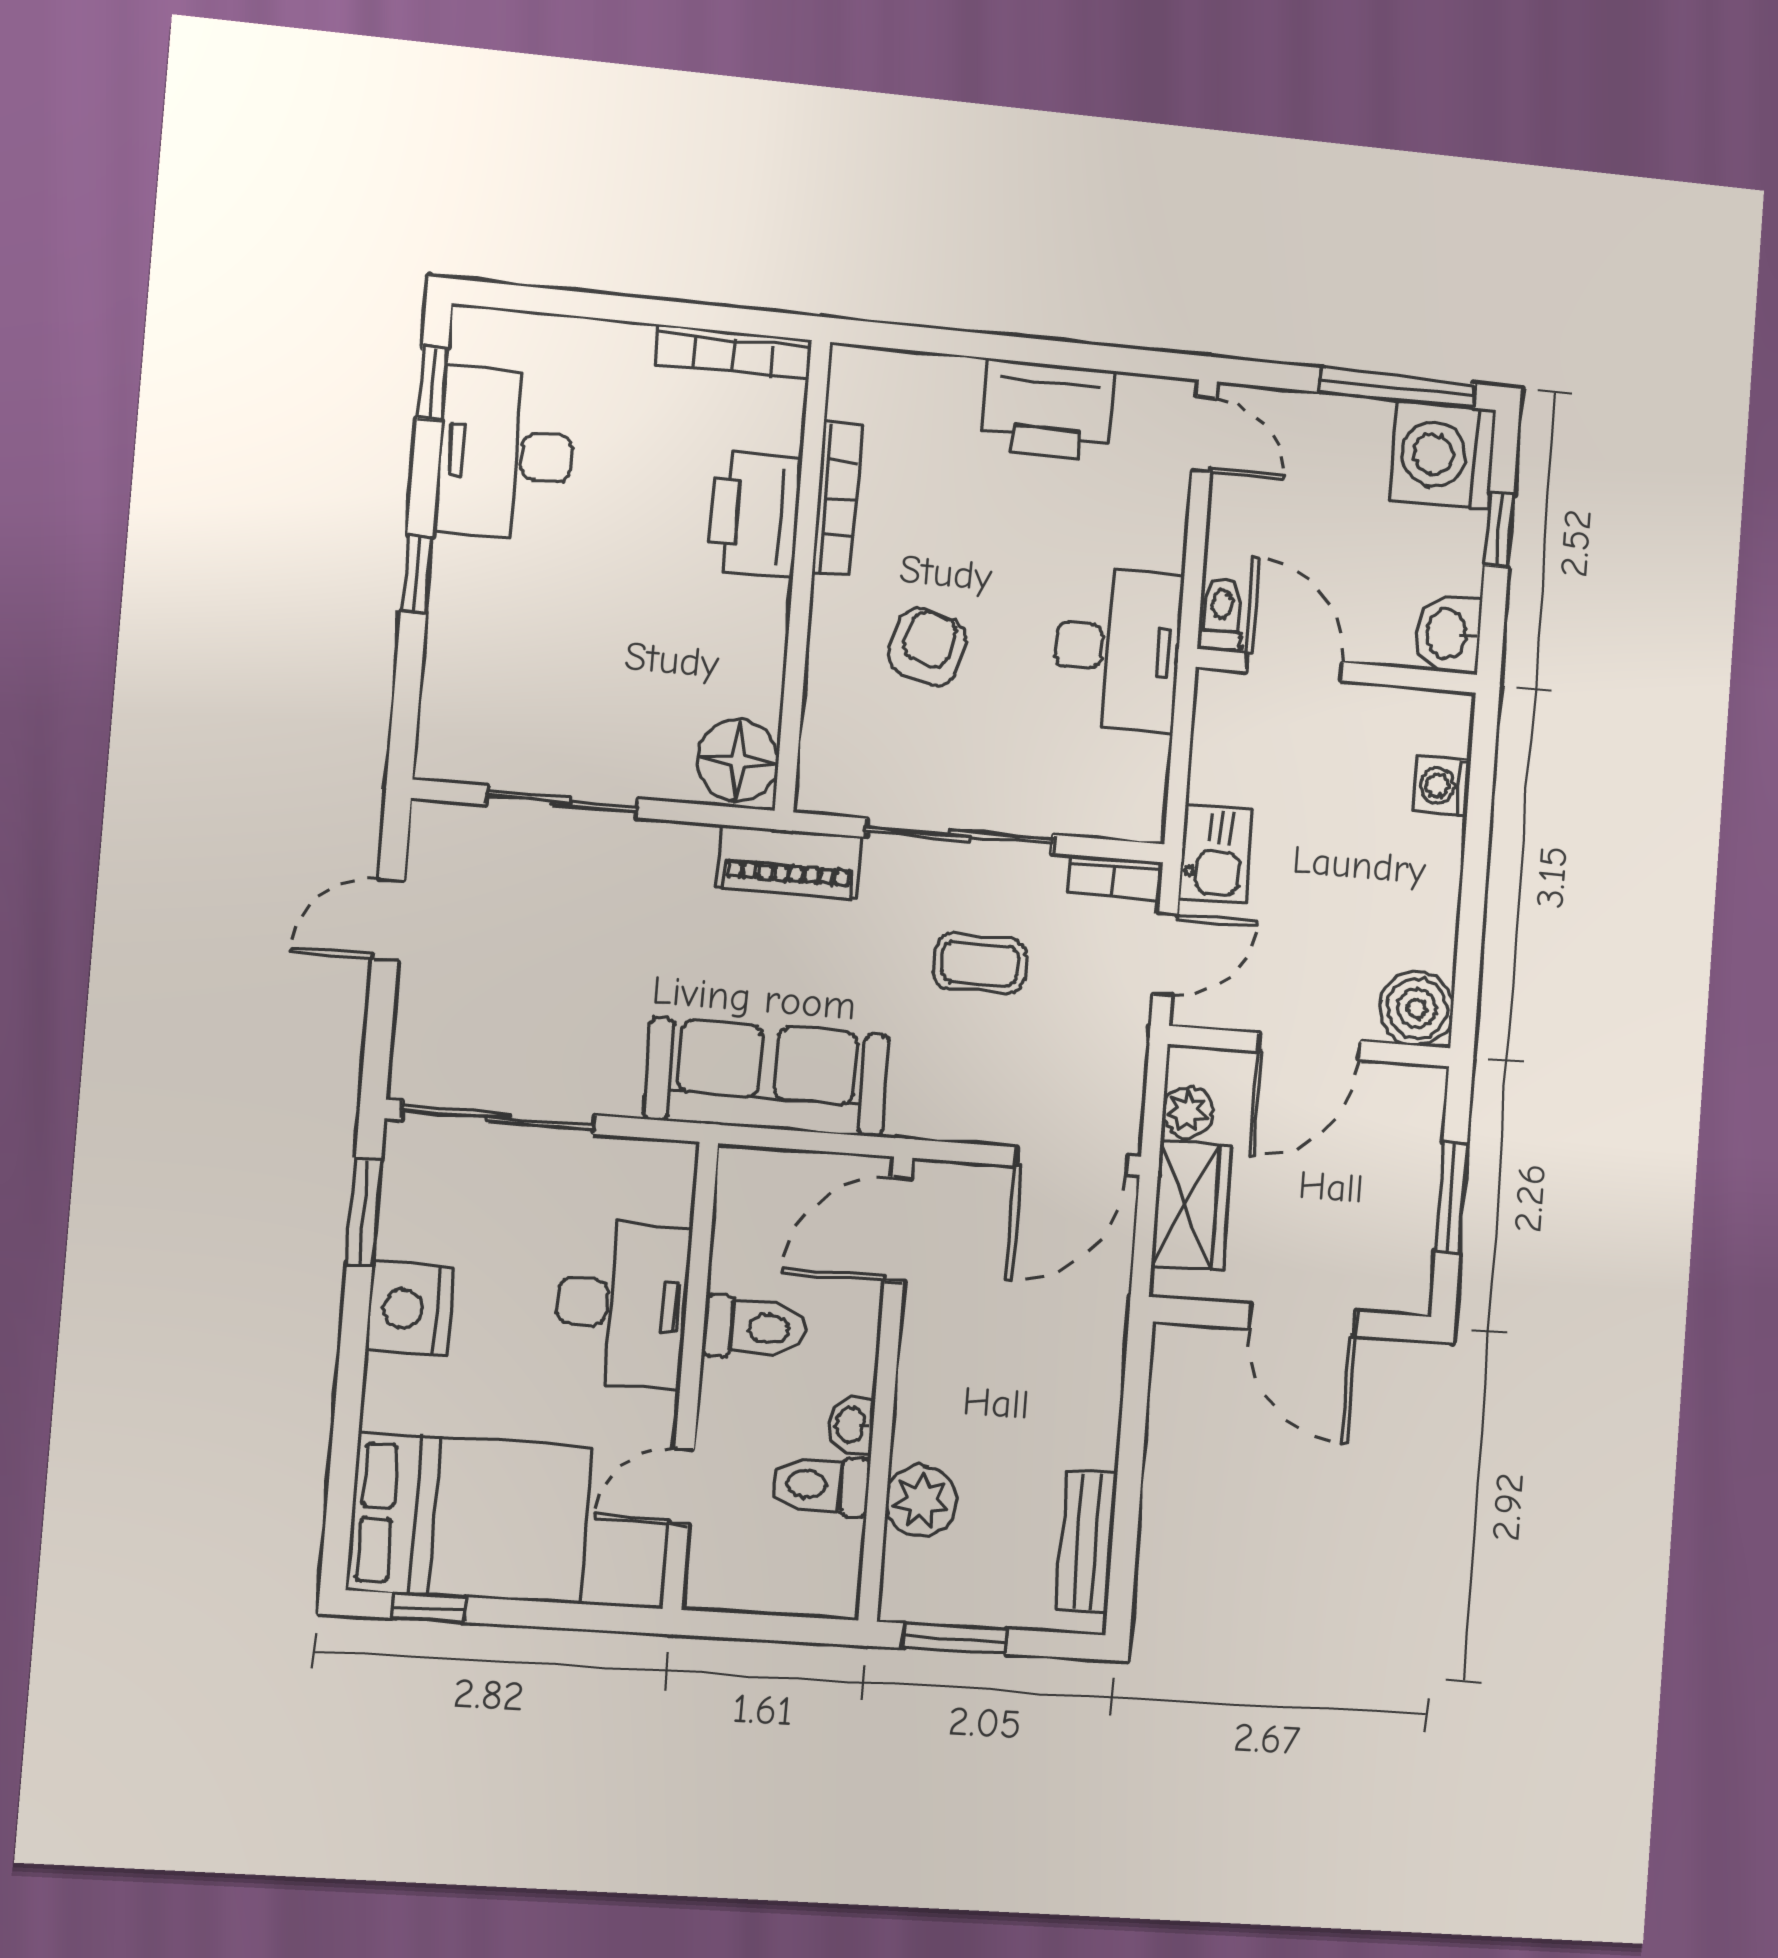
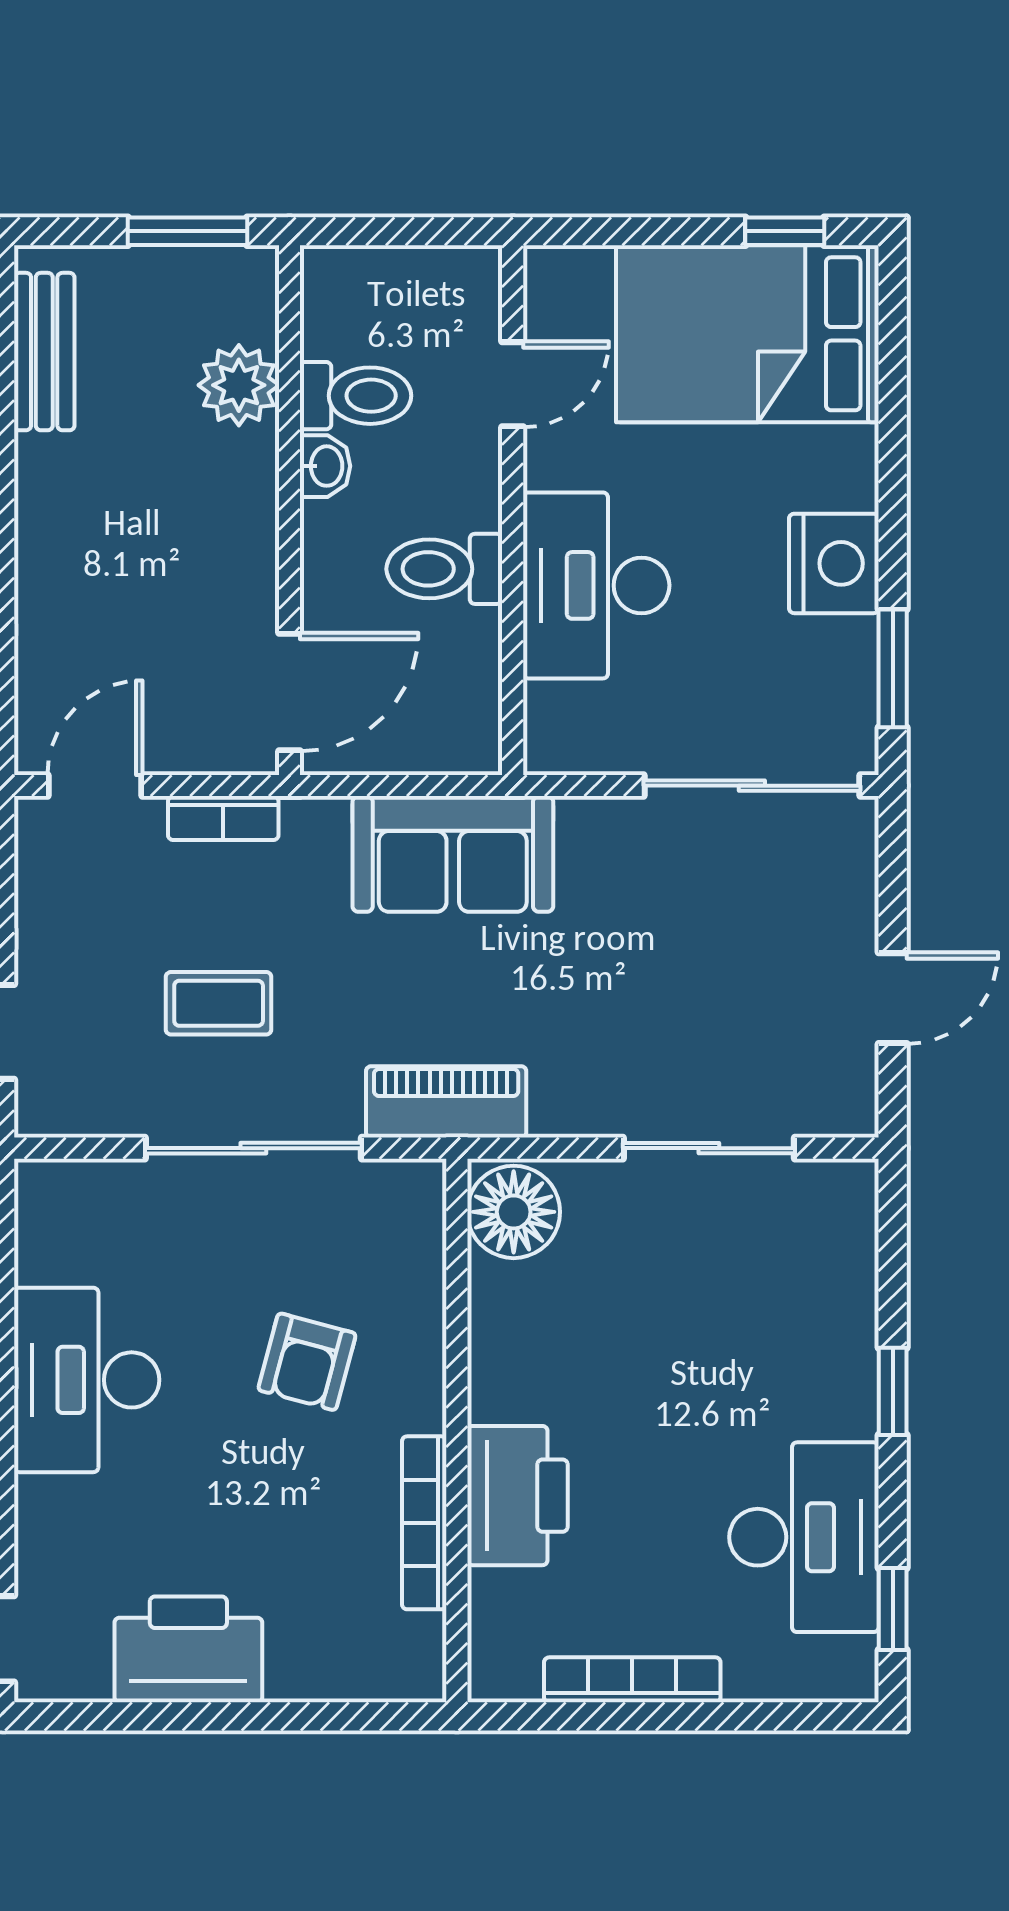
bookcase: (734, 352) -> (632, 1680), moved
bookcase: (1115, 877) -> (223, 818), moved, turned 180
sofa: (767, 1077) -> (453, 854), width x0.73
door: (1072, 1161) -> (95, 786), width x0.73

